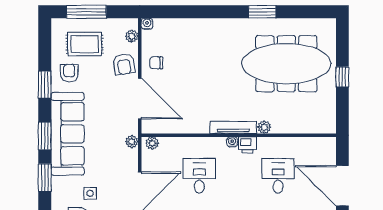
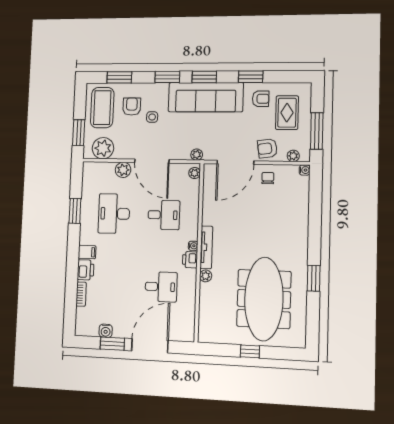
window: (86, 12) -> (317, 131), moved

